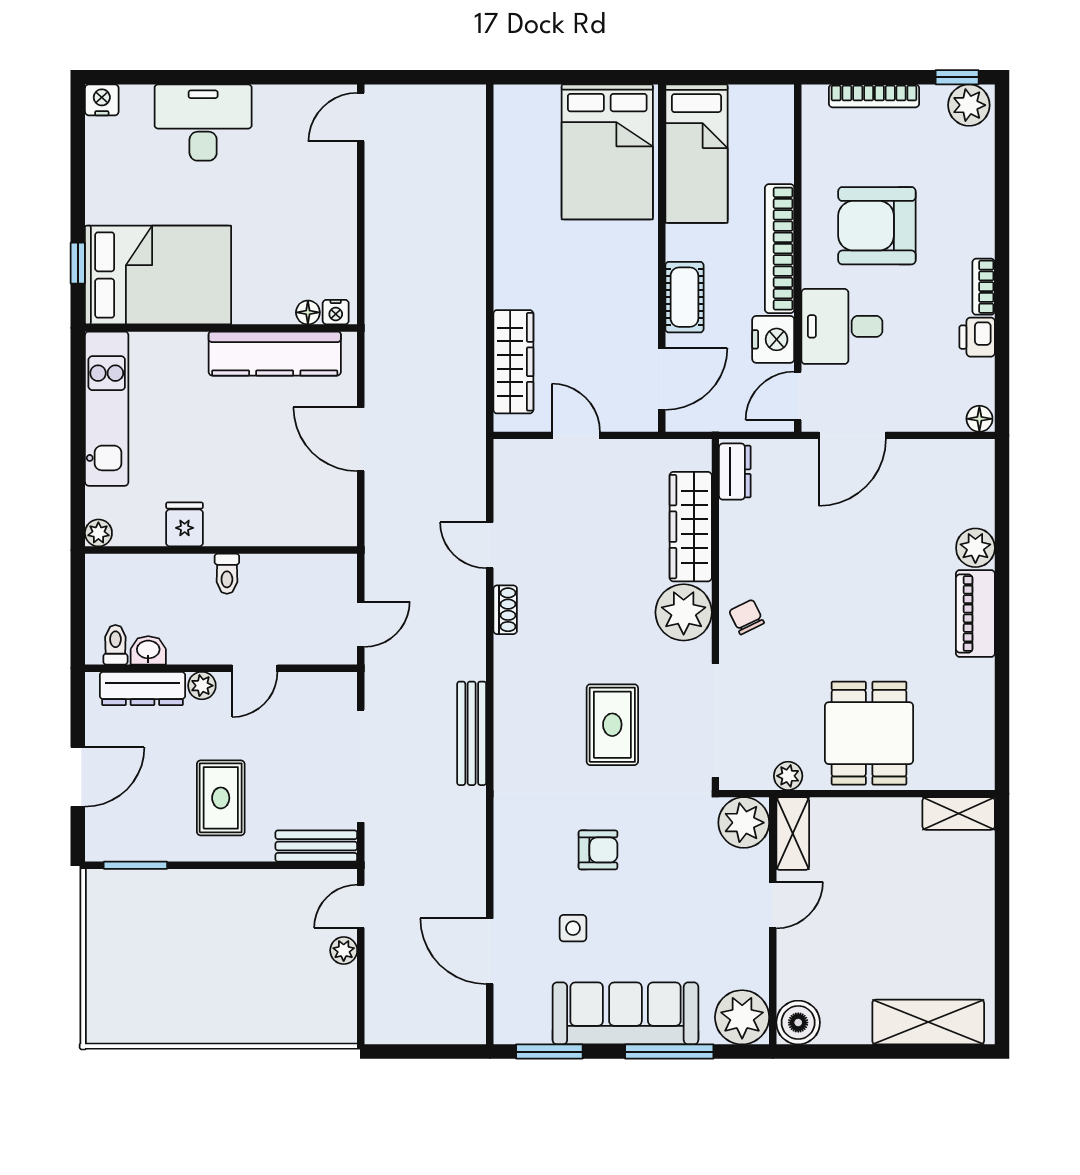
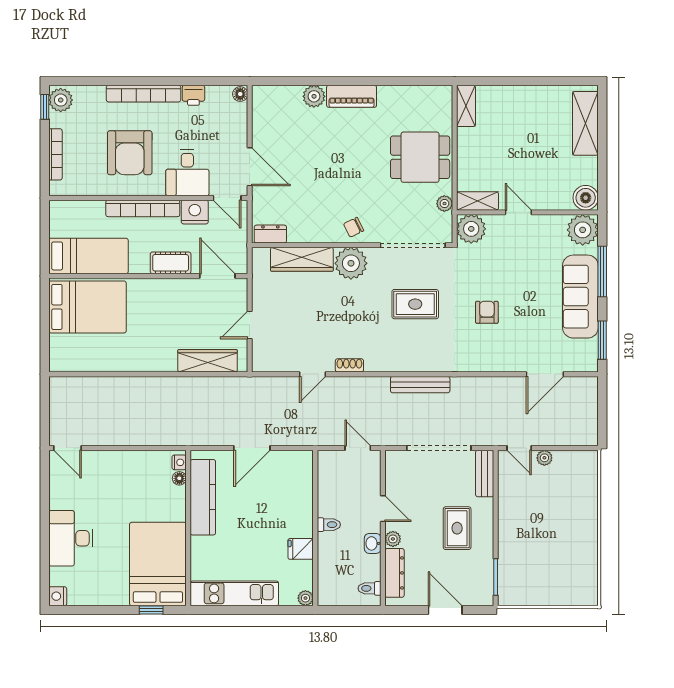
bookcase: (984, 287) -> (144, 94), width x2.31, depth x1.31
washbasin: (148, 650) -> (373, 543), moved
rug: (221, 798) -> (457, 528), turned 90
side table: (573, 928) -> (532, 327), removed

